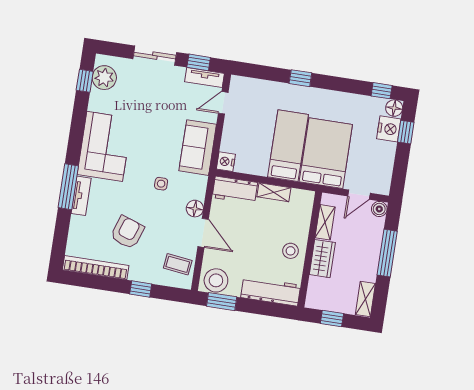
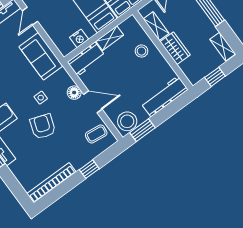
nightstand: (226, 162) -> (79, 38), moved, turned -90
armchair: (127, 232) -> (43, 127), moved
stool: (291, 251) -> (141, 51), moved

